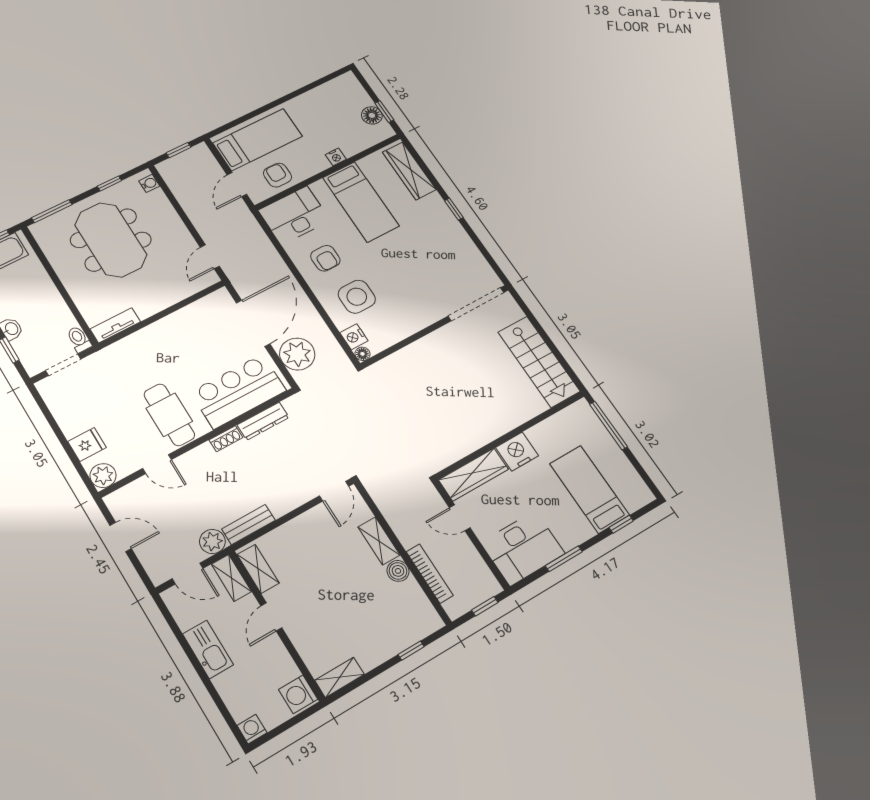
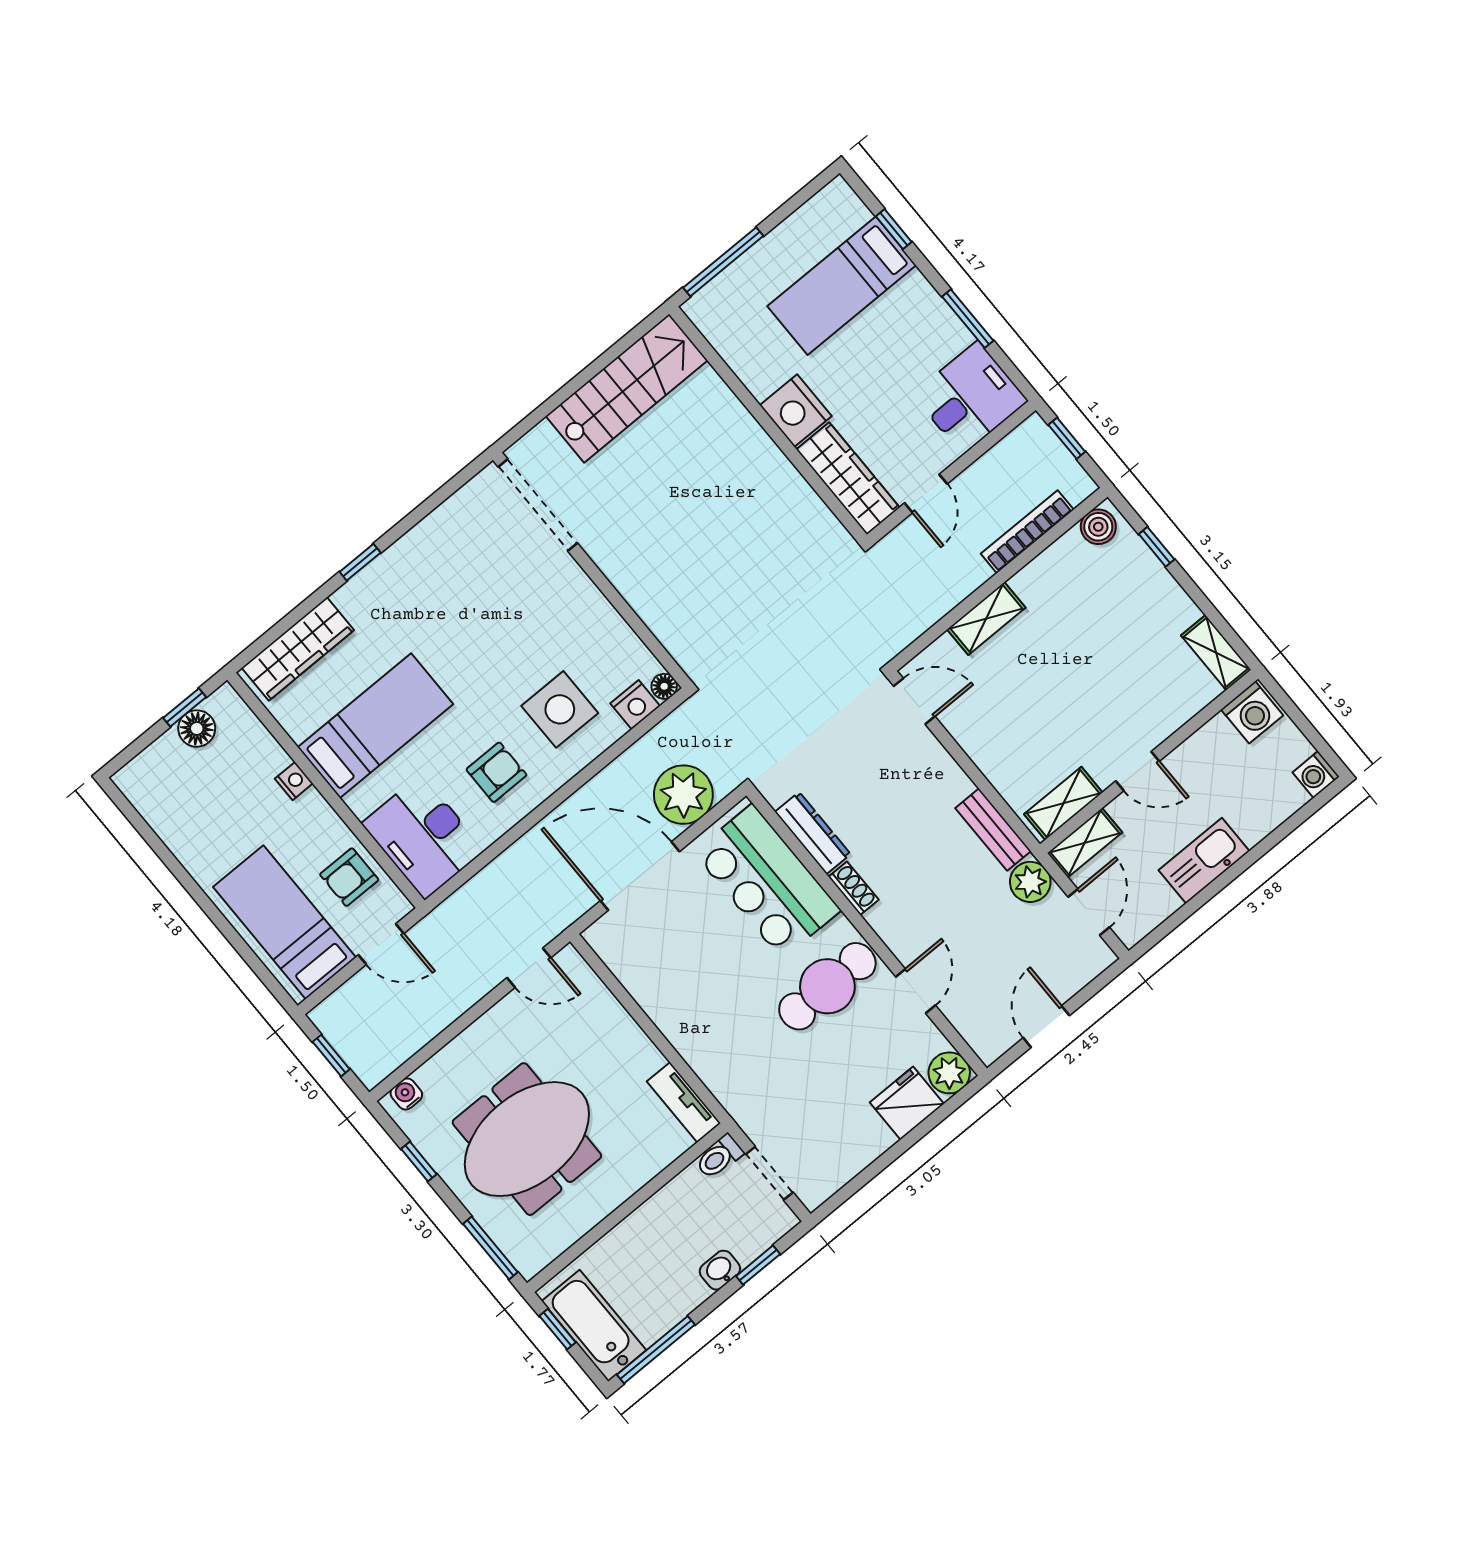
fridge: (87, 444) -> (907, 1103), width x1.38
desk: (523, 548) -> (970, 398), width x0.73
boiler: (398, 571) -> (1098, 527), moved

